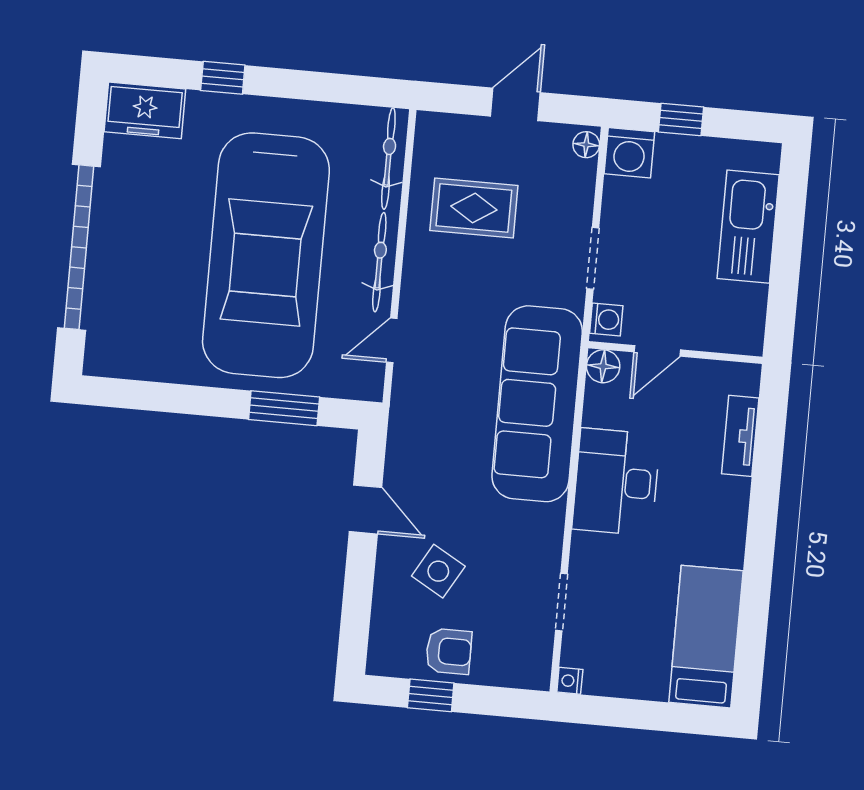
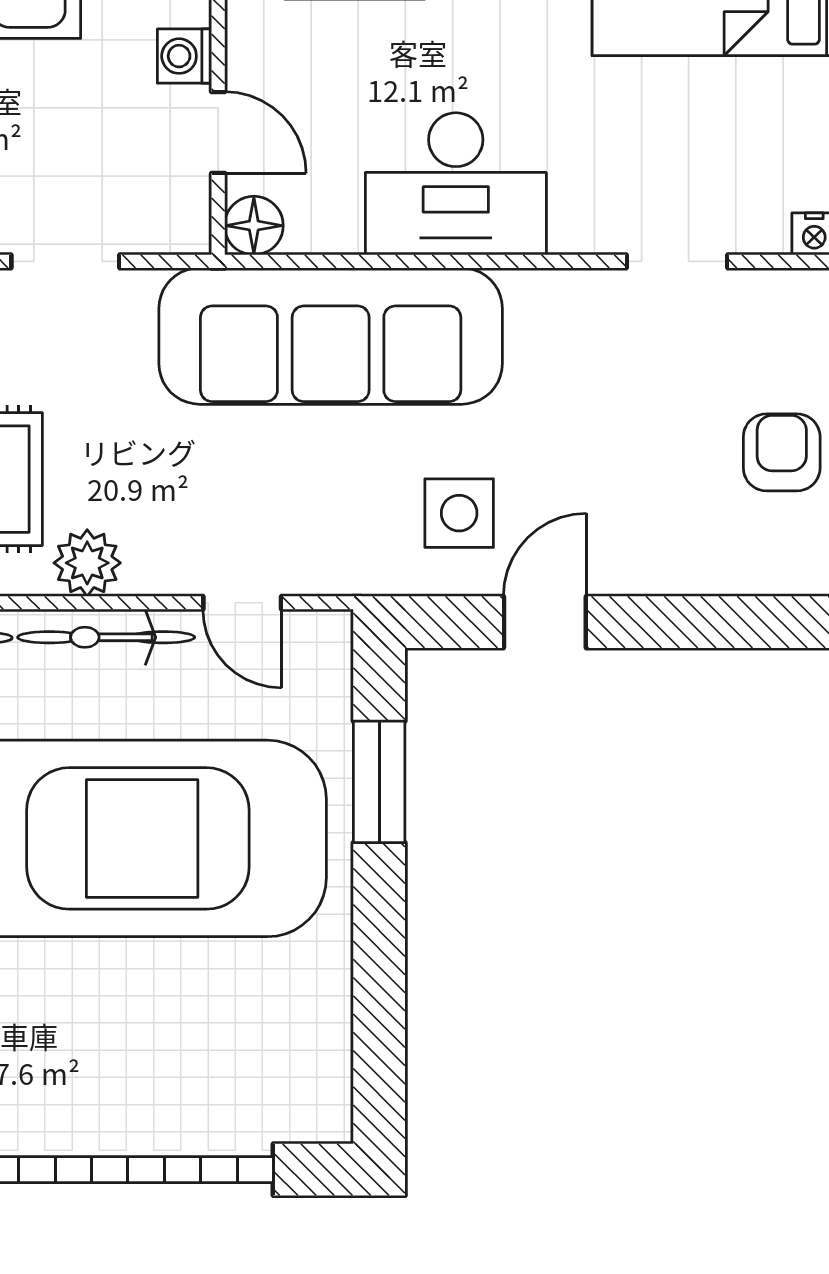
plant: (422, 255) -> (87, 563), added
washing machine: (606, 319) -> (184, 56), moved, turned -90
side table: (438, 571) -> (459, 513), moved, turned -30

